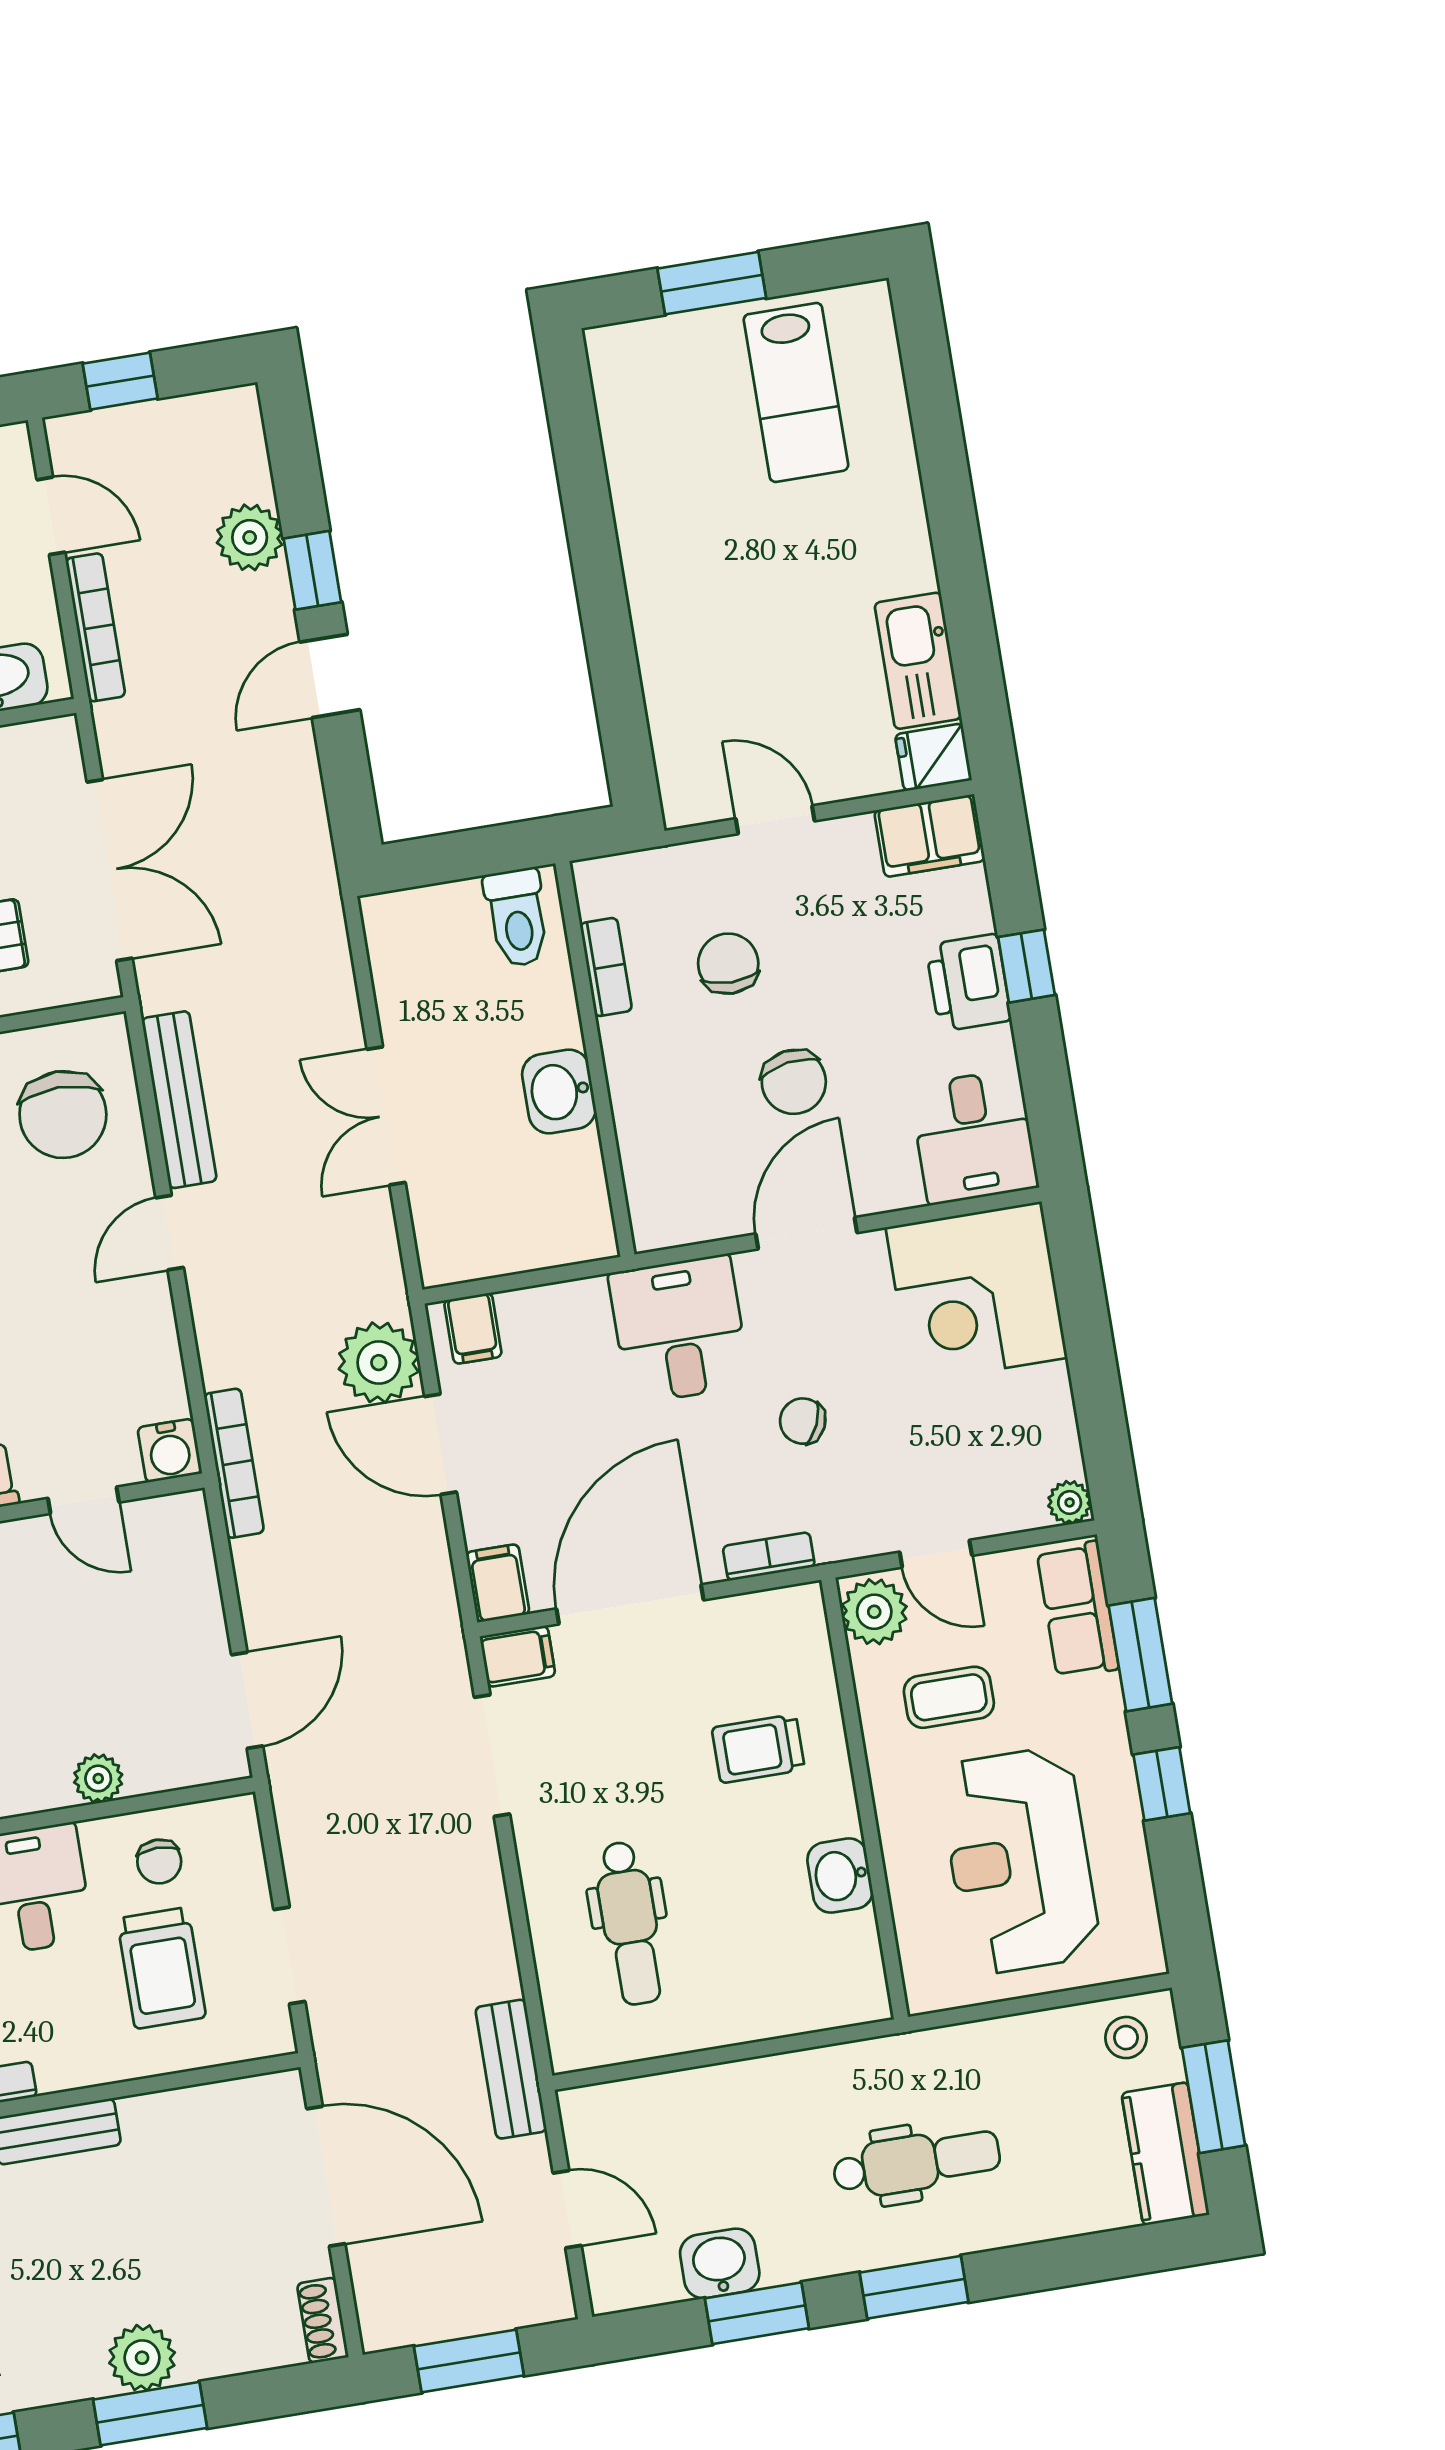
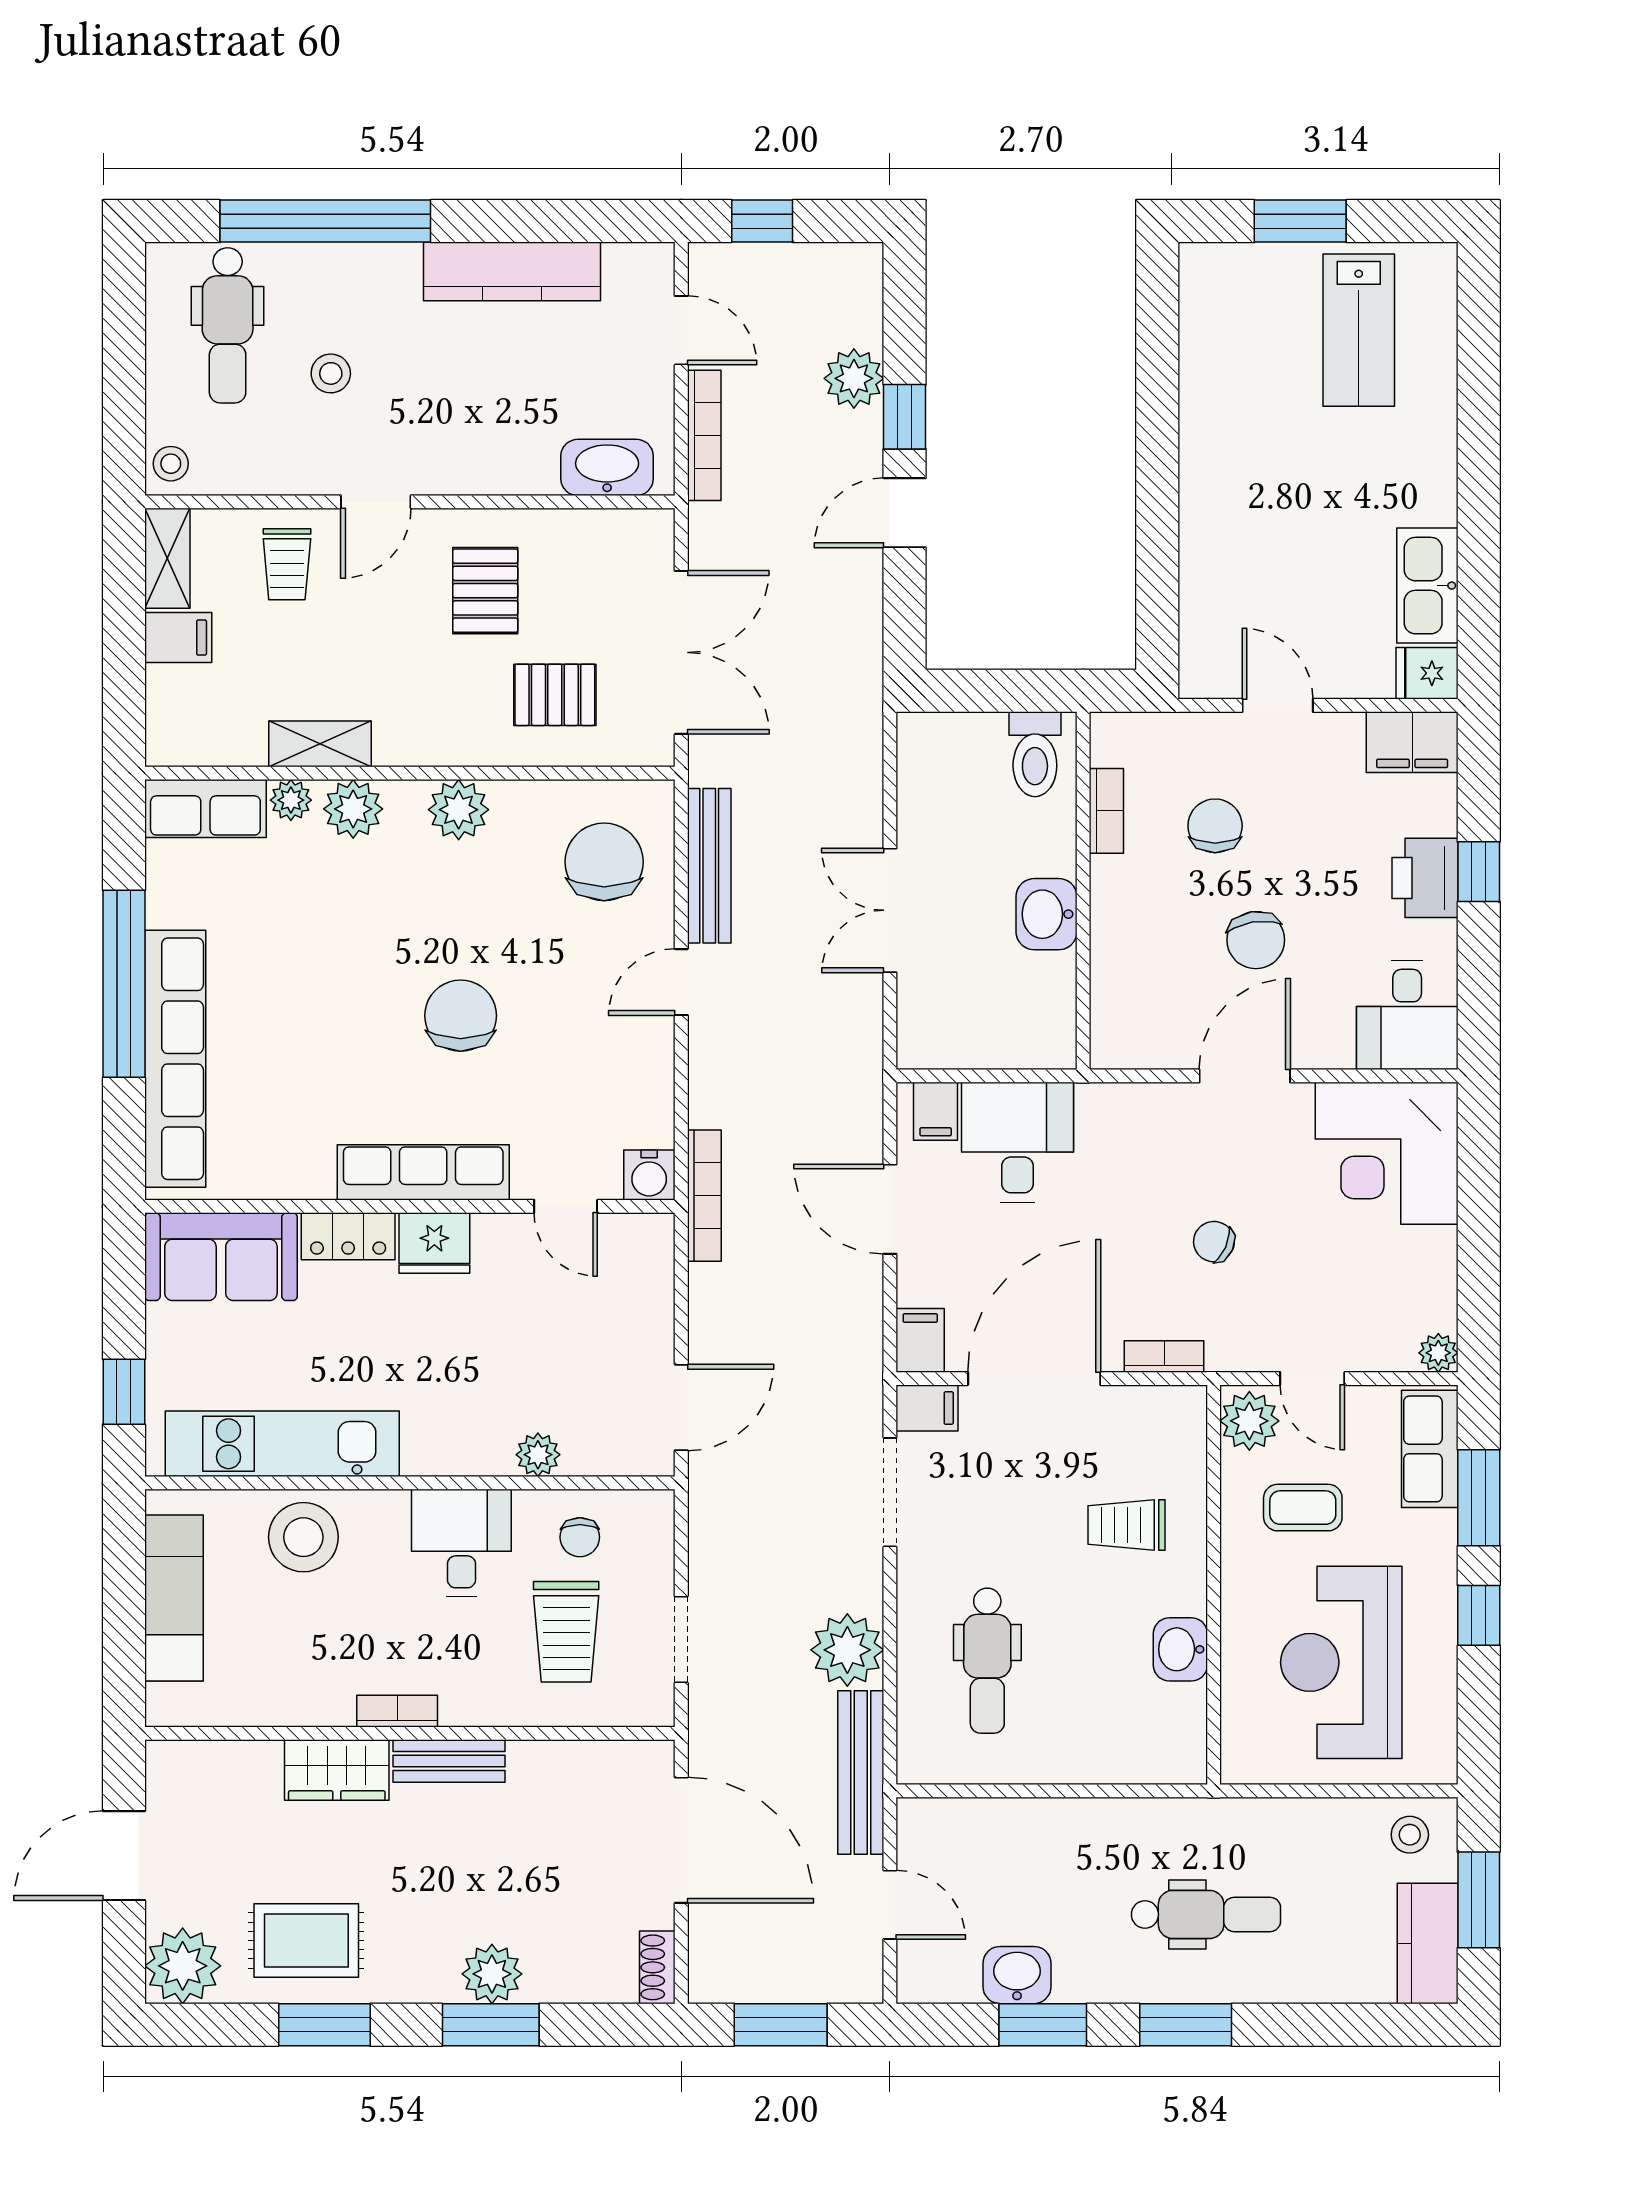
chair: (63, 1115) -> (604, 862), turned 180
desk: (679, 1329) -> (1017, 1142), moved
plant: (379, 1363) -> (847, 1650), moved
bench: (511, 2069) -> (861, 1773), width x1.36

